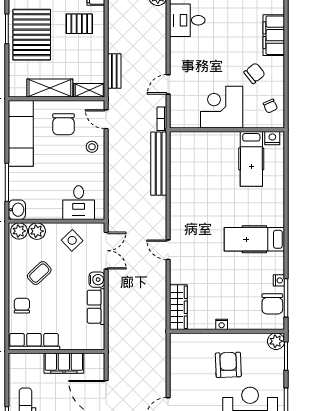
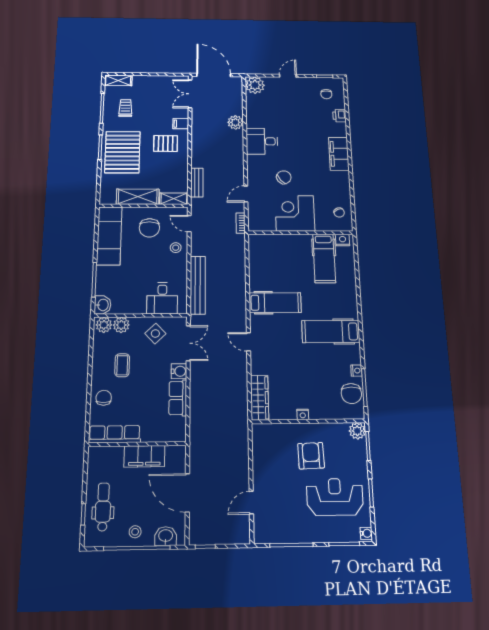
chair: (254, 73) -> (284, 177), moved
bench: (159, 164) -> (198, 285), moved
hospital bed: (197, 208) -> (275, 303), added
coffee table: (39, 273) -> (122, 365), turned -47

